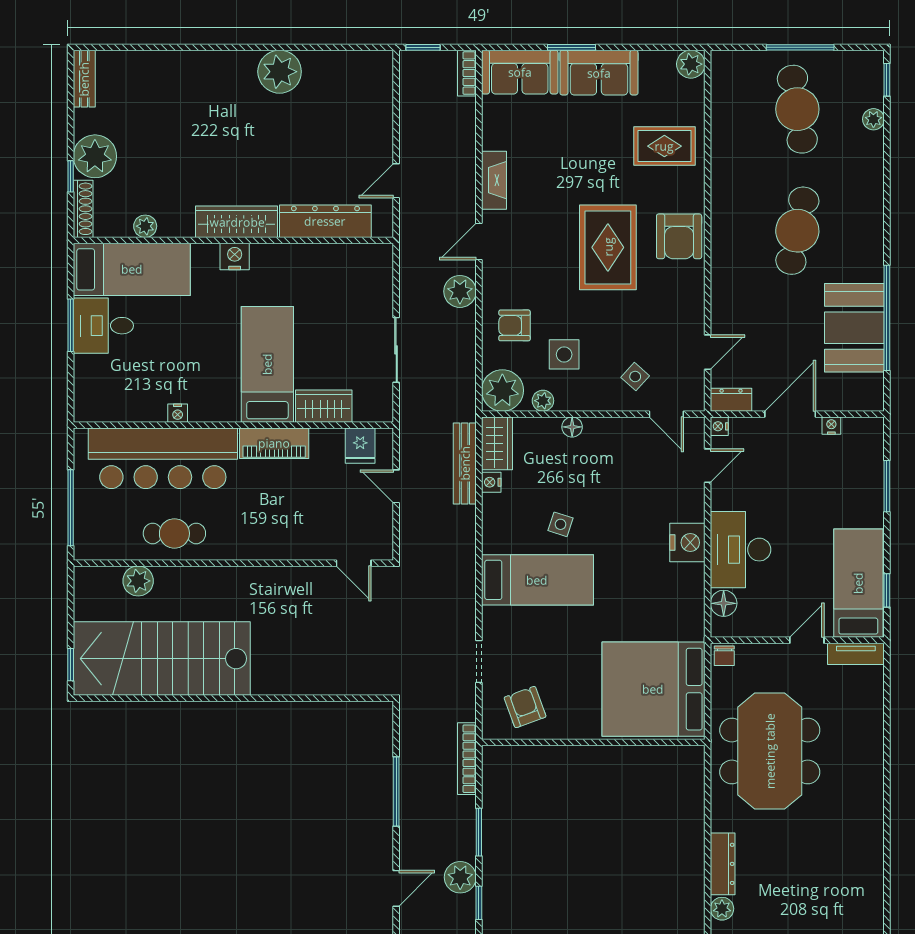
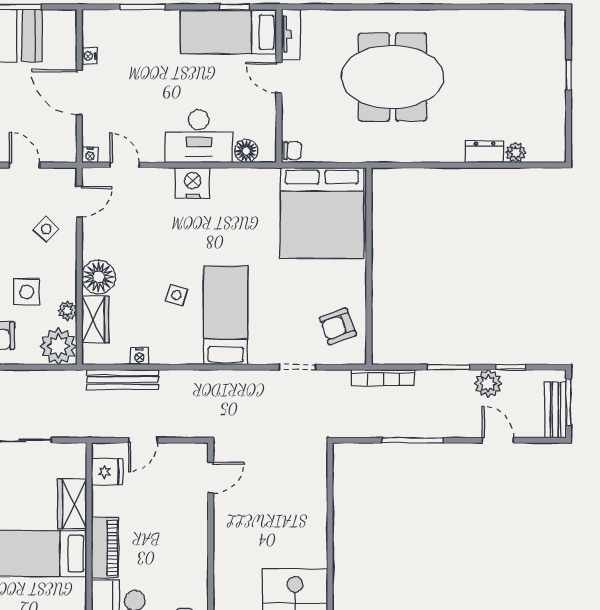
dresser: (731, 400) -> (67, 145), removed
floor lamp: (572, 427) -> (99, 277), width x1.89, depth x1.89
wardrobe: (497, 443) -> (95, 319), moved, turned 90
meeting table: (770, 751) -> (393, 77), moved
dresser: (723, 864) -> (485, 152), width x0.70

